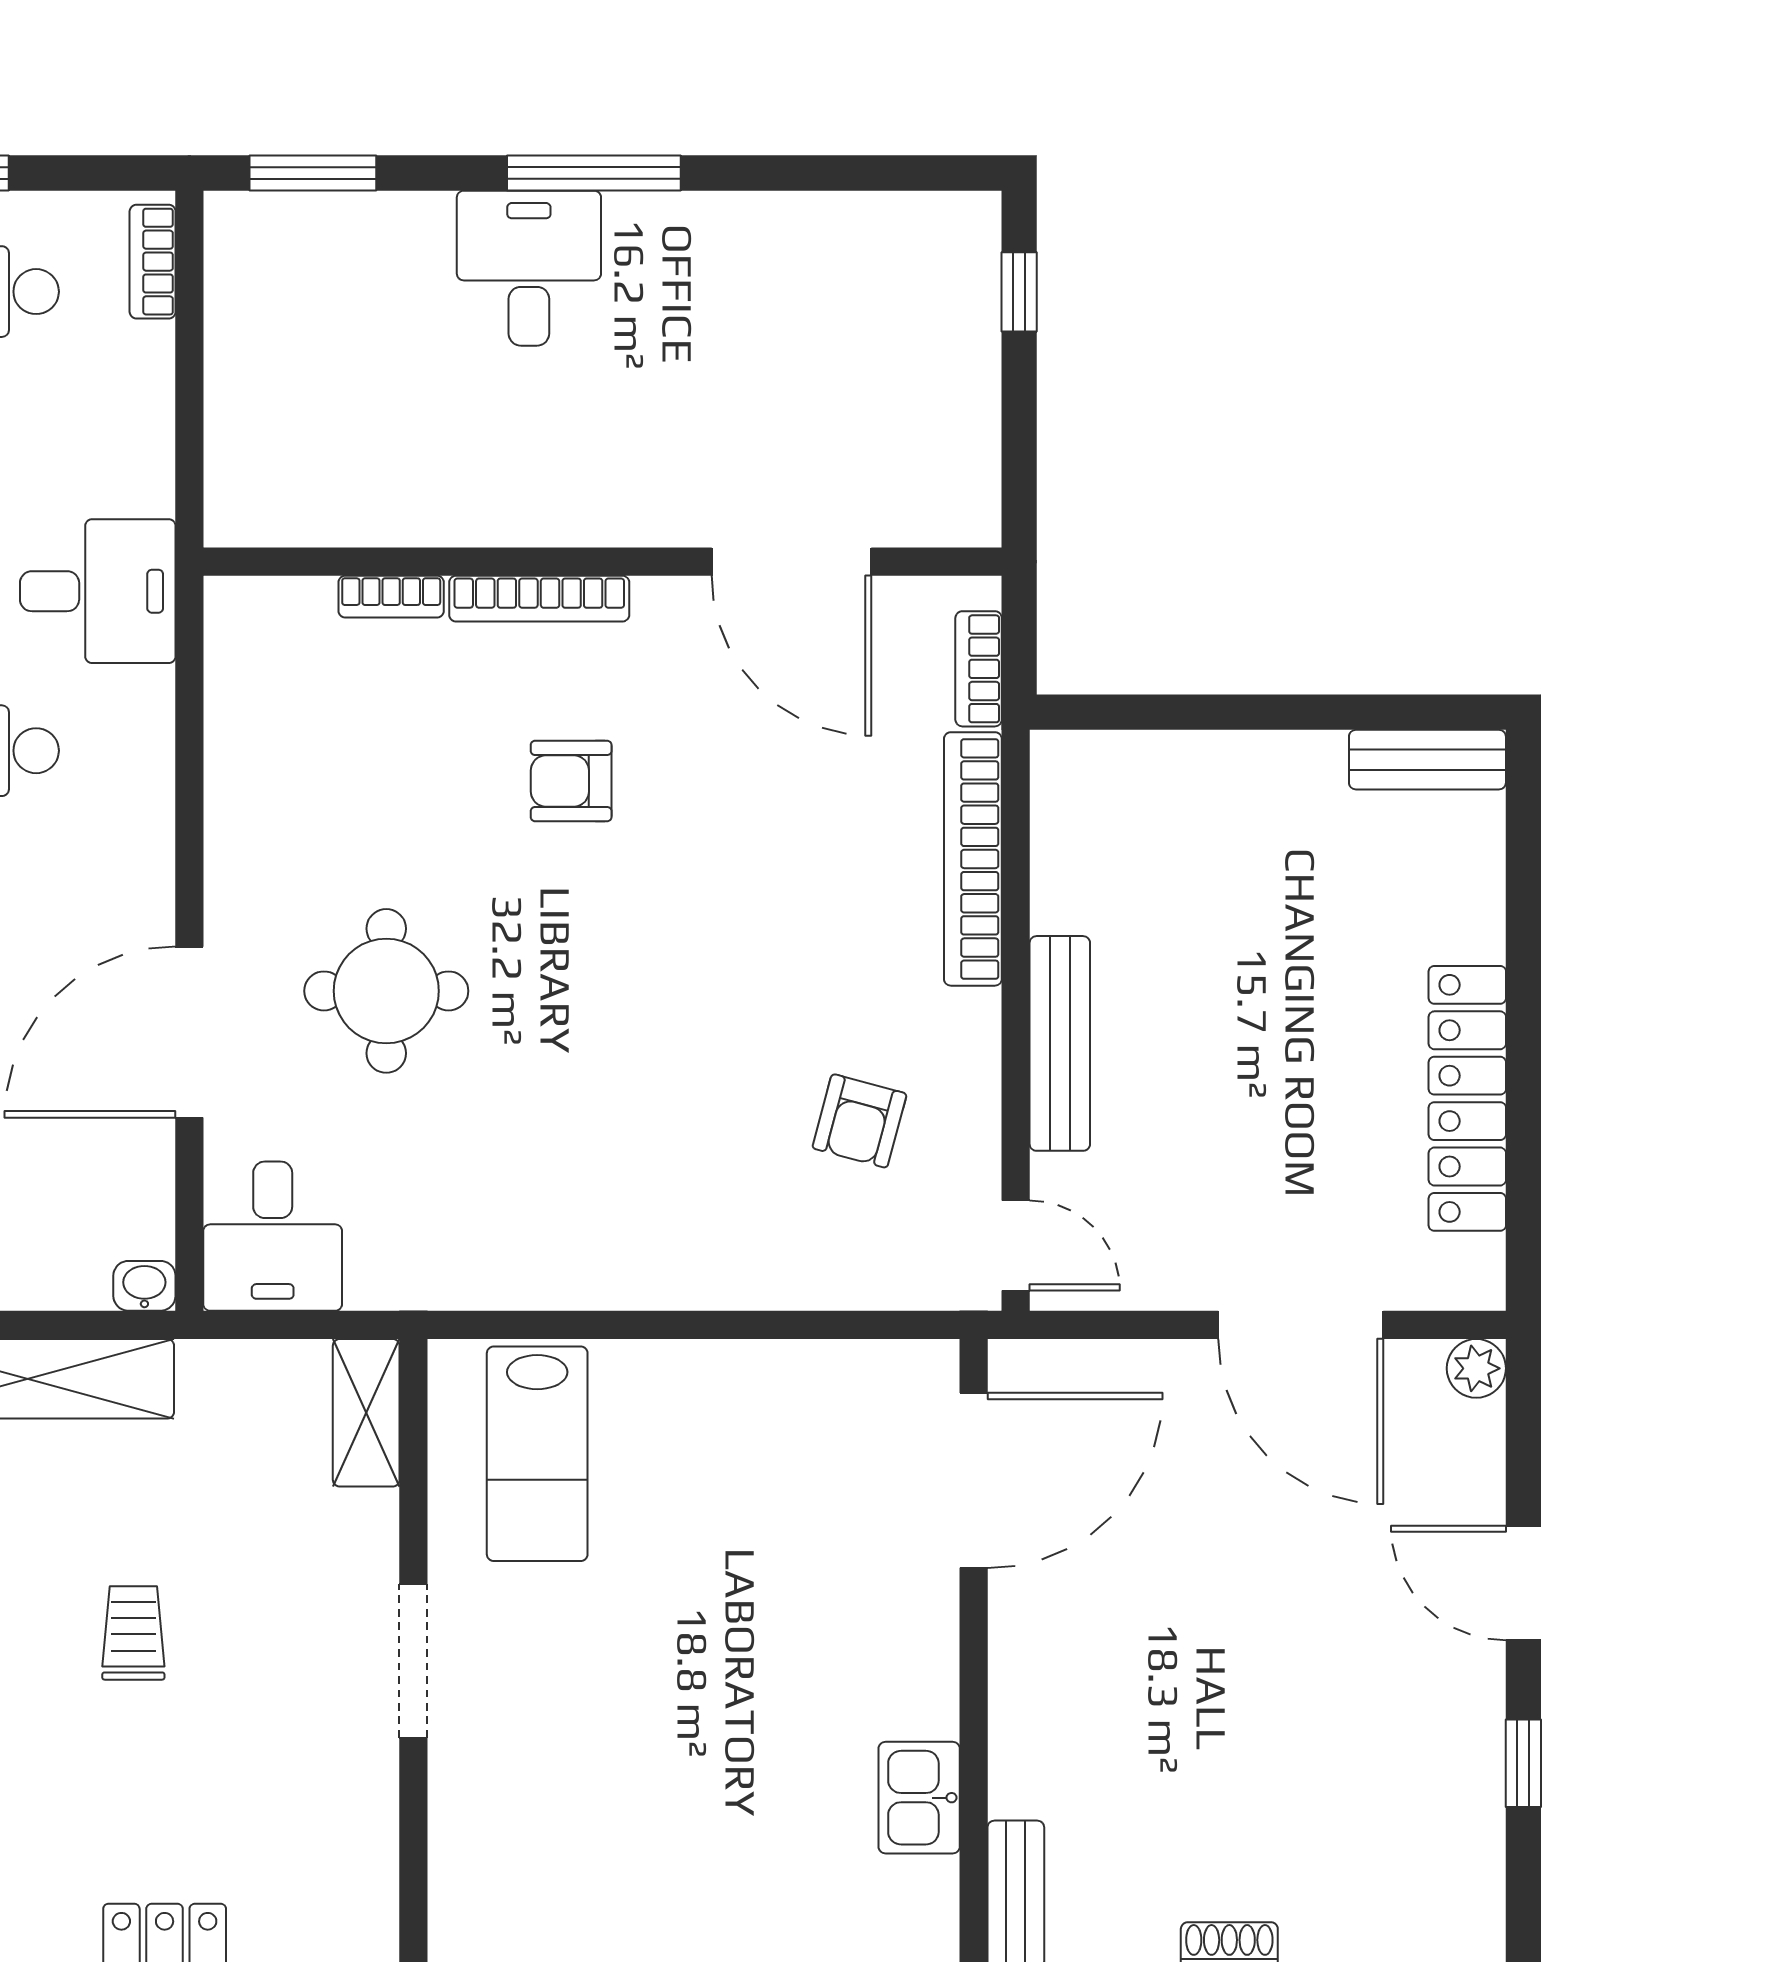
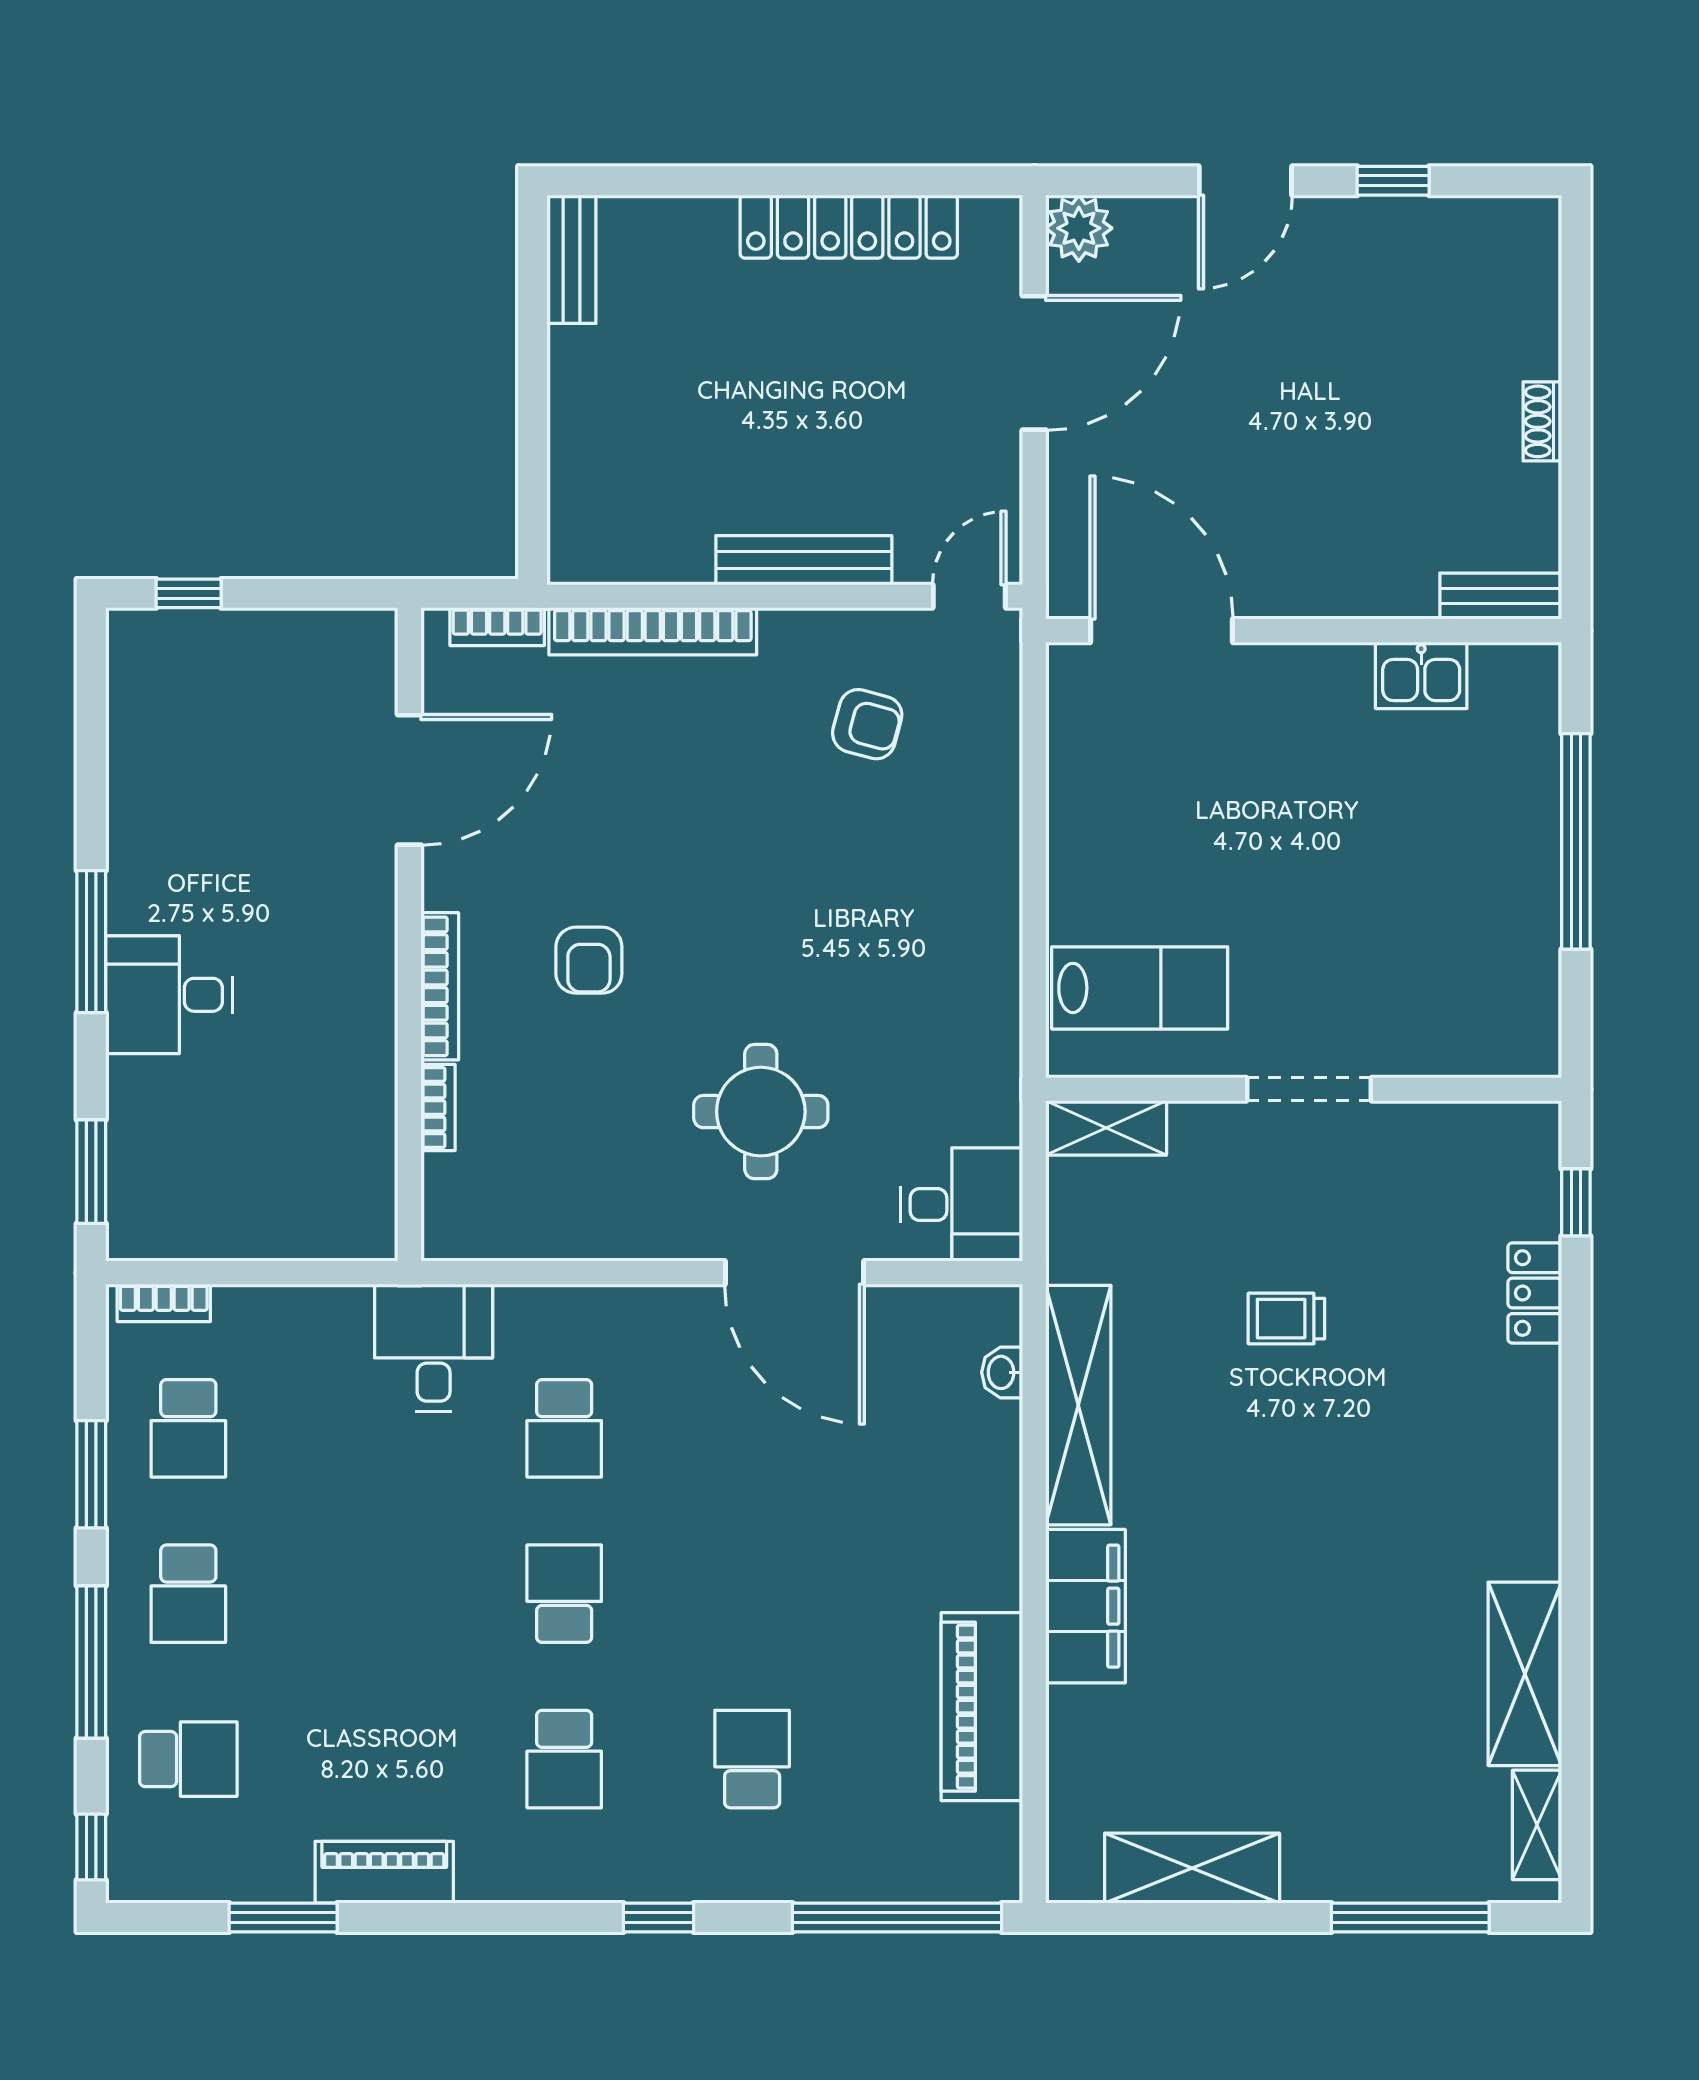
washbasin: (144, 1286) -> (1002, 1372), moved
plant: (1476, 1368) -> (1079, 228), width x1.38, depth x1.38

